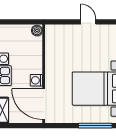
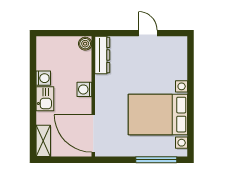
dresser: (51, 40) -> (102, 55), added
washing machine: (36, 80) -> (84, 89), moved

